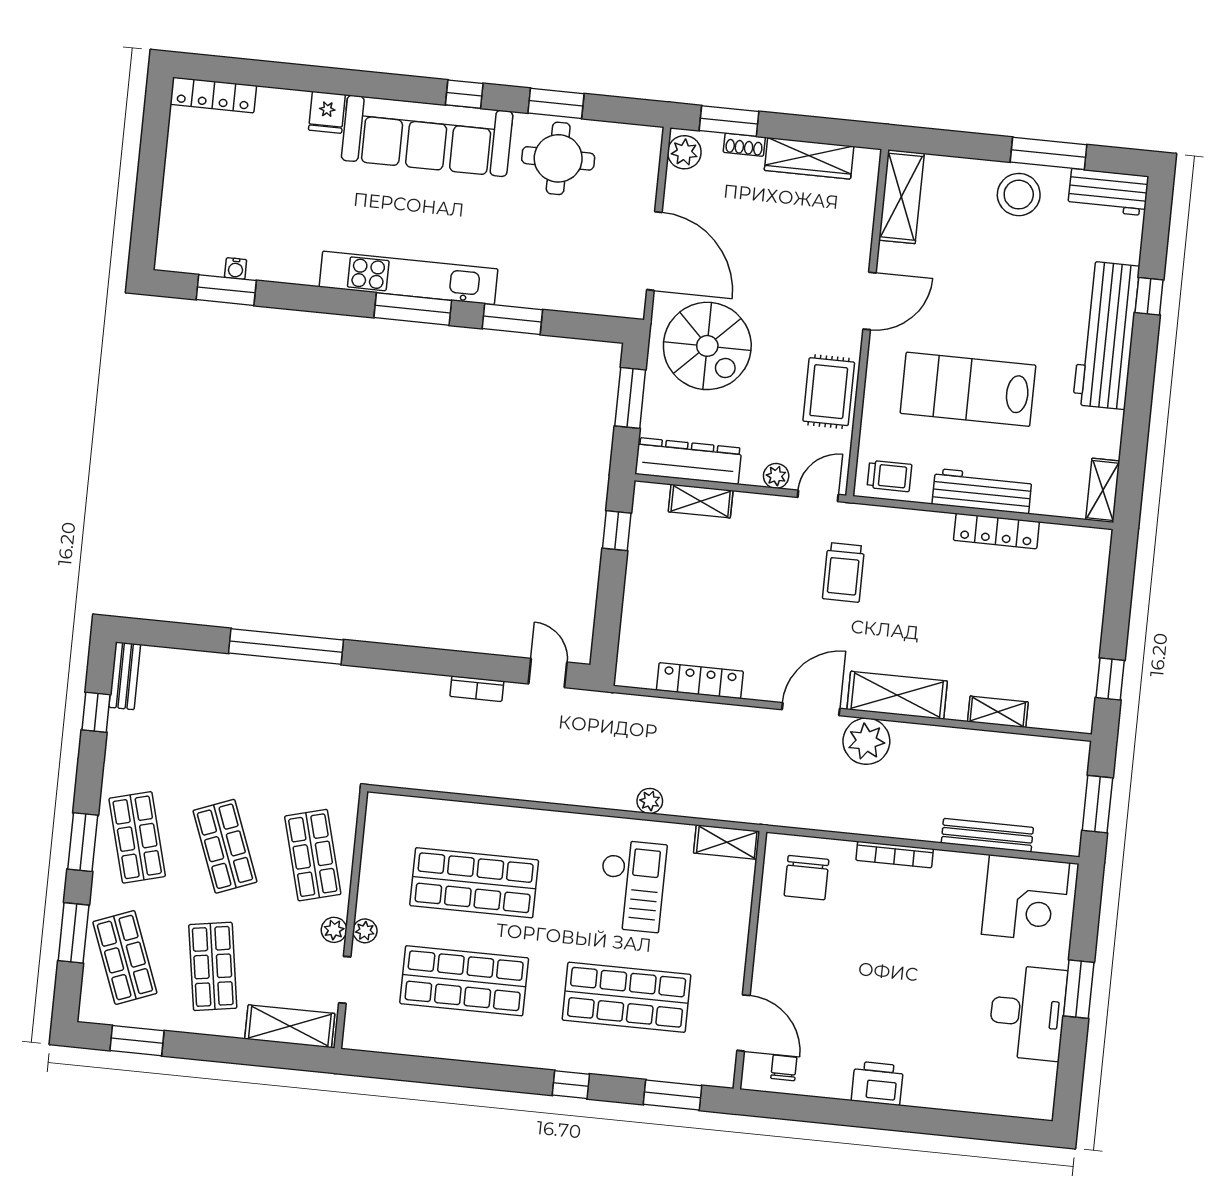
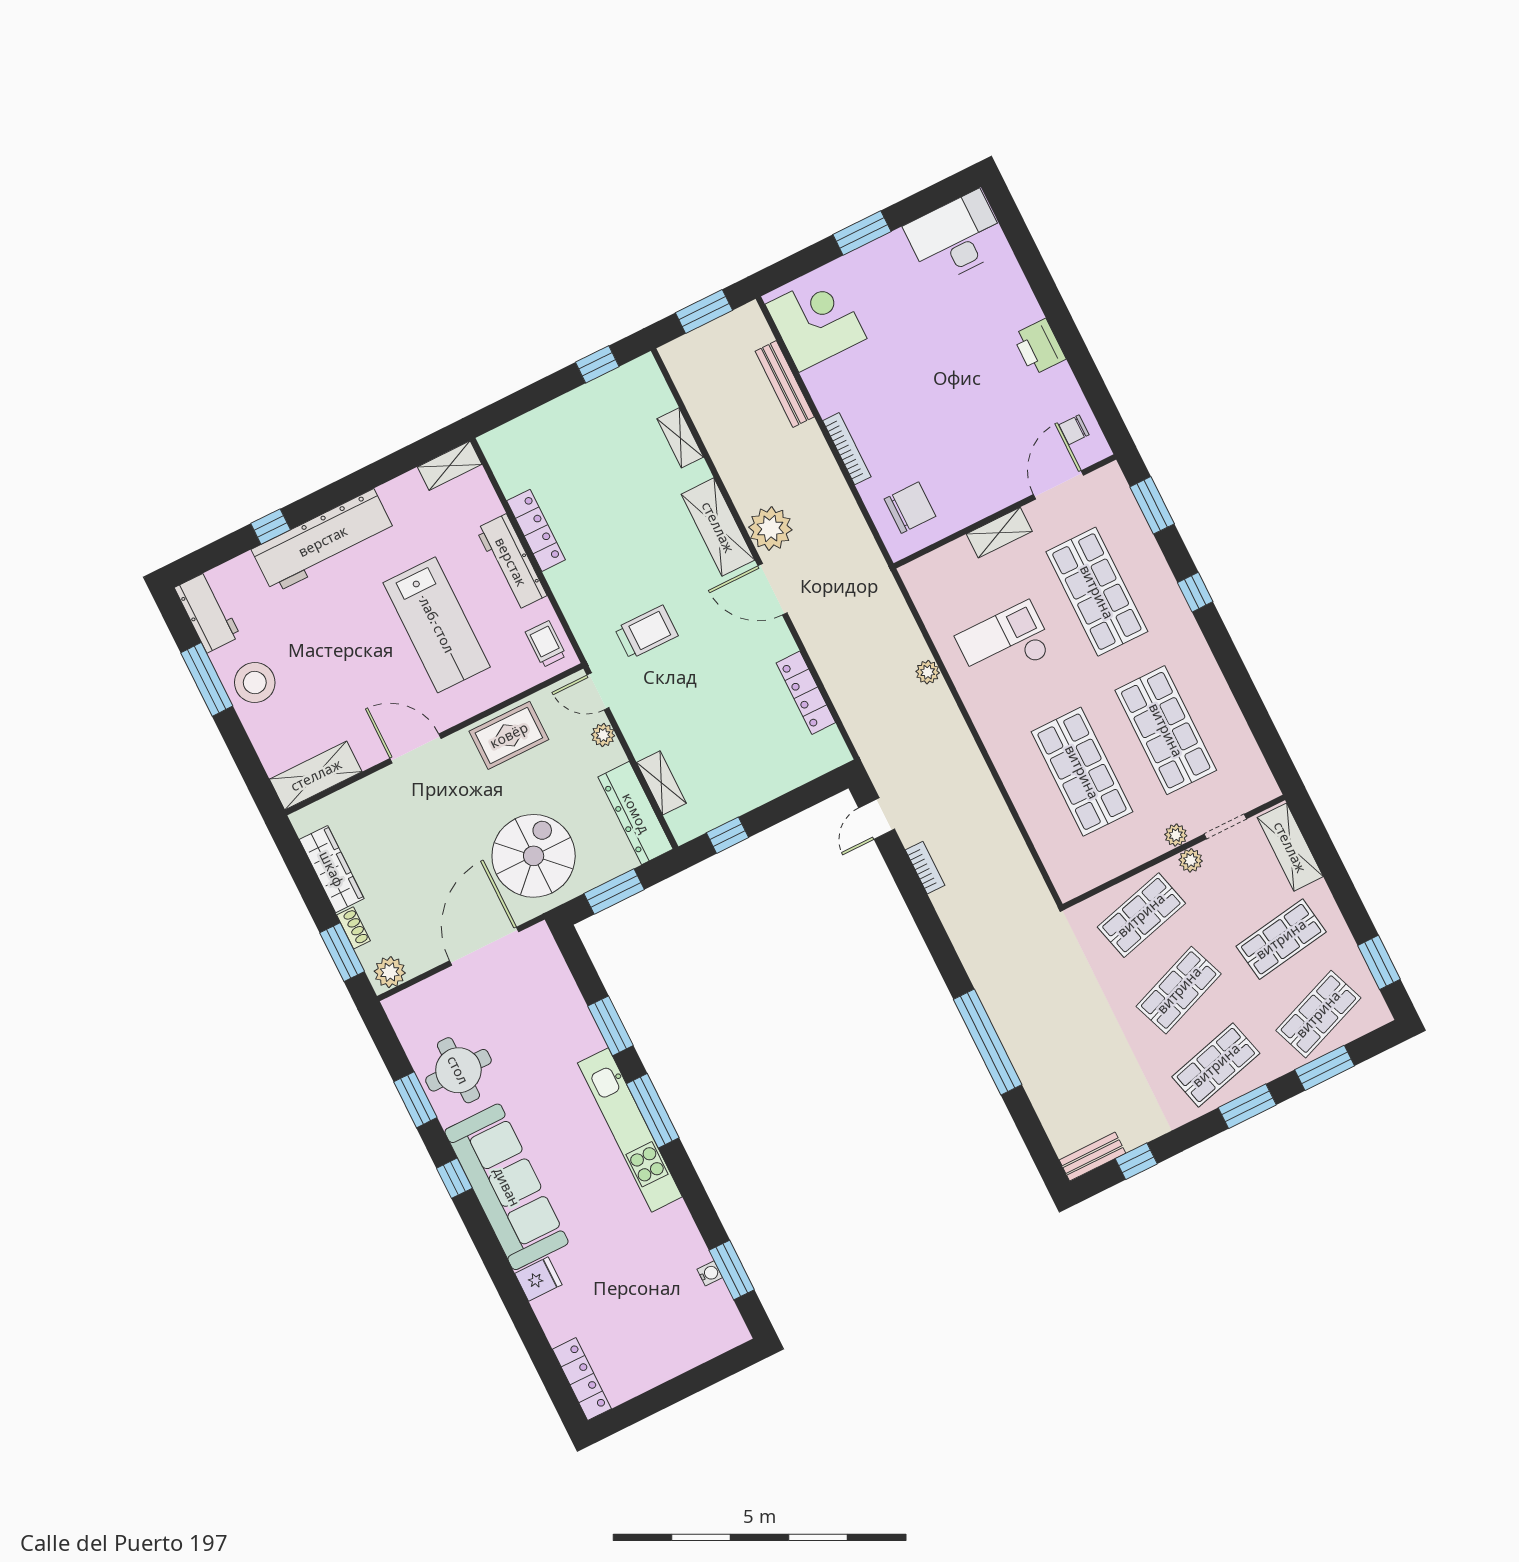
shelving: (727, 842) -> (999, 533), moved, turned 90
desk: (1028, 1013) -> (956, 238), moved

